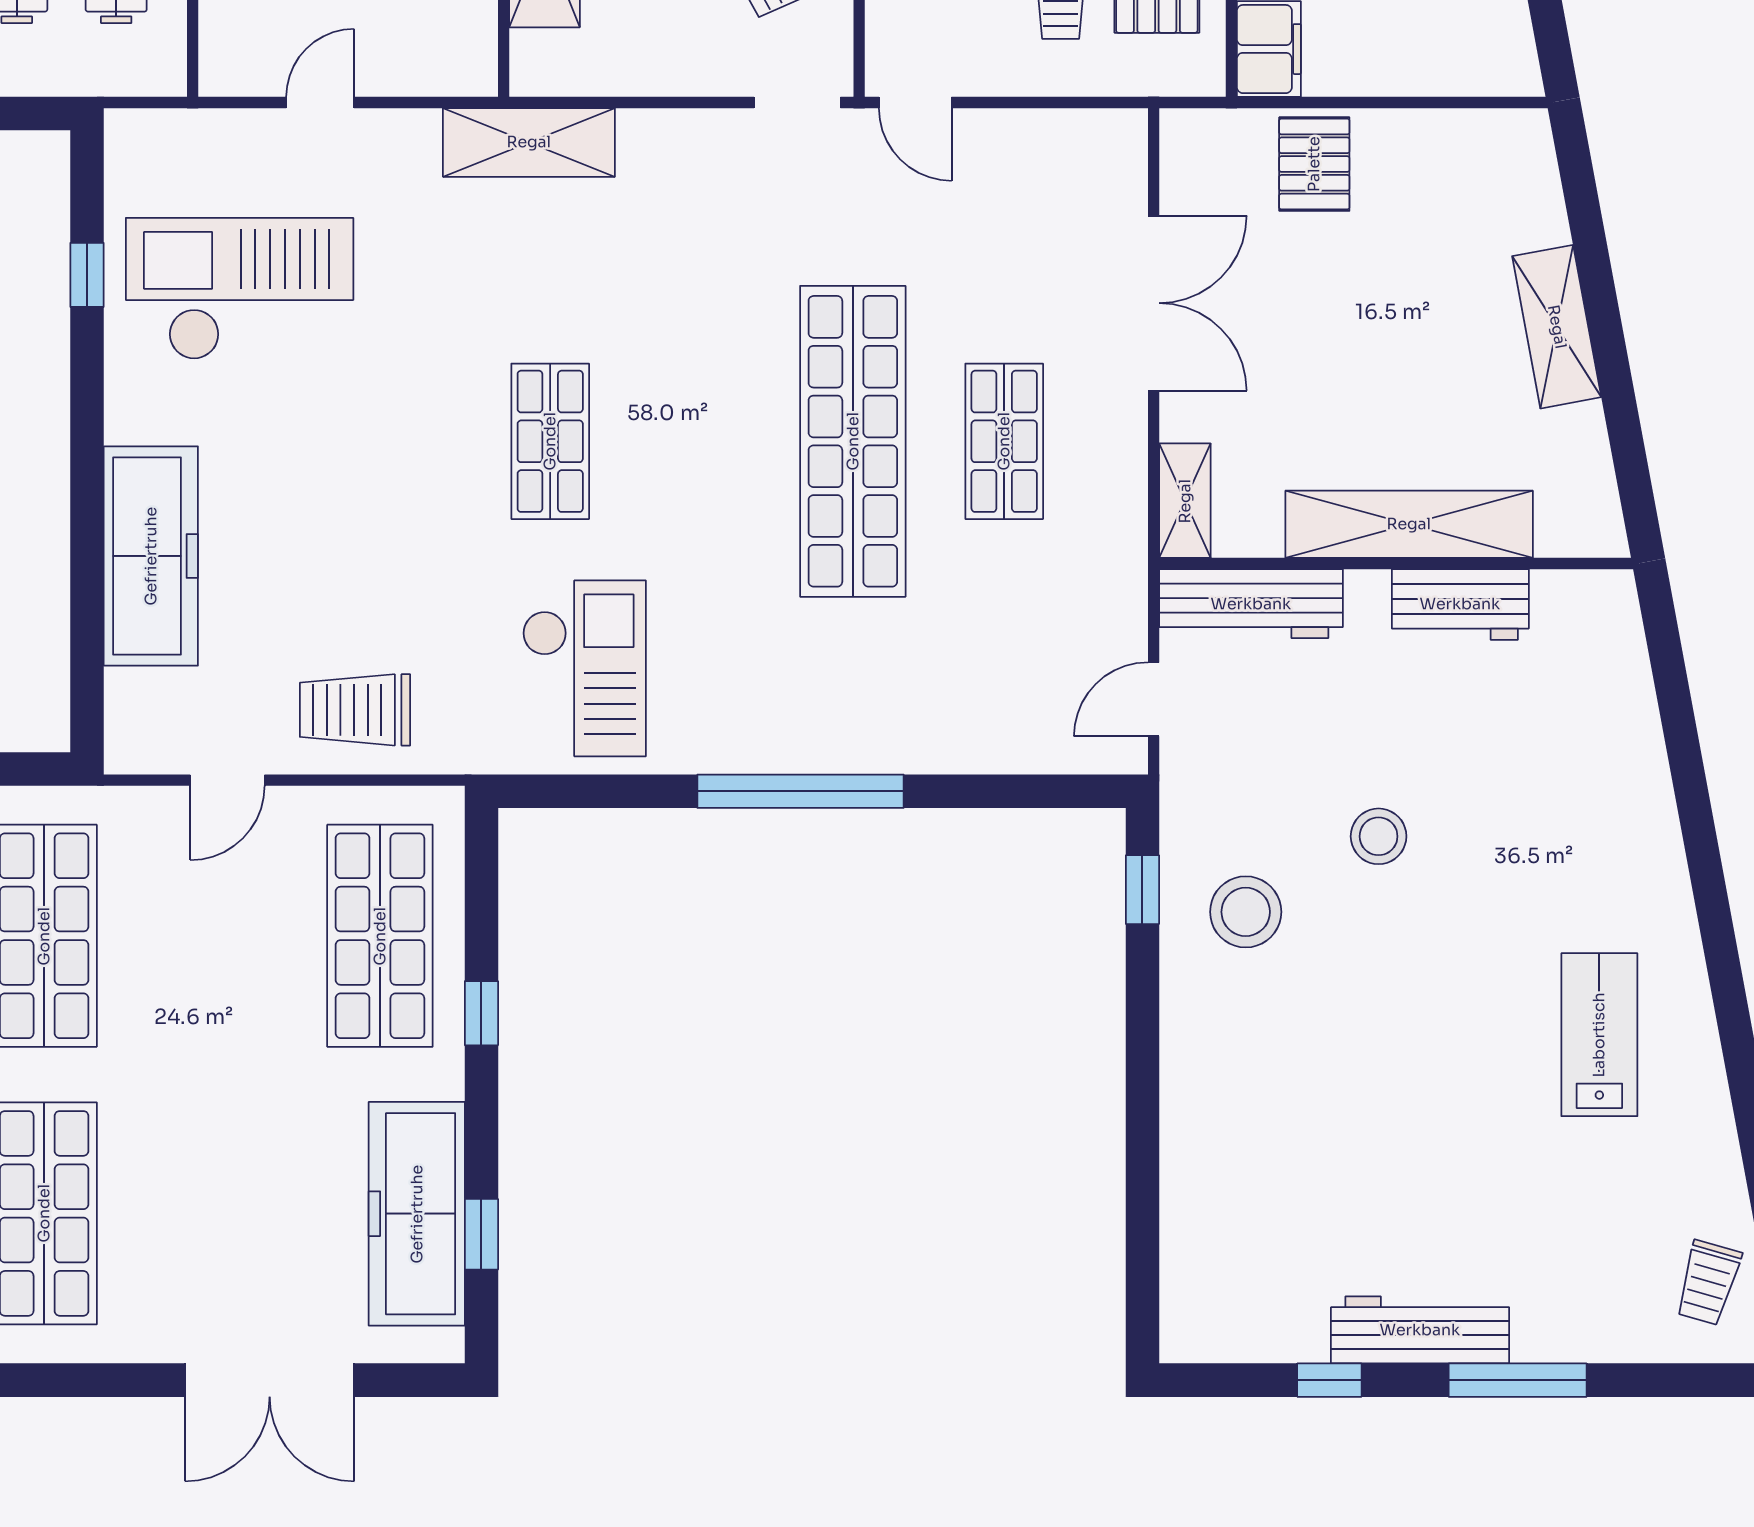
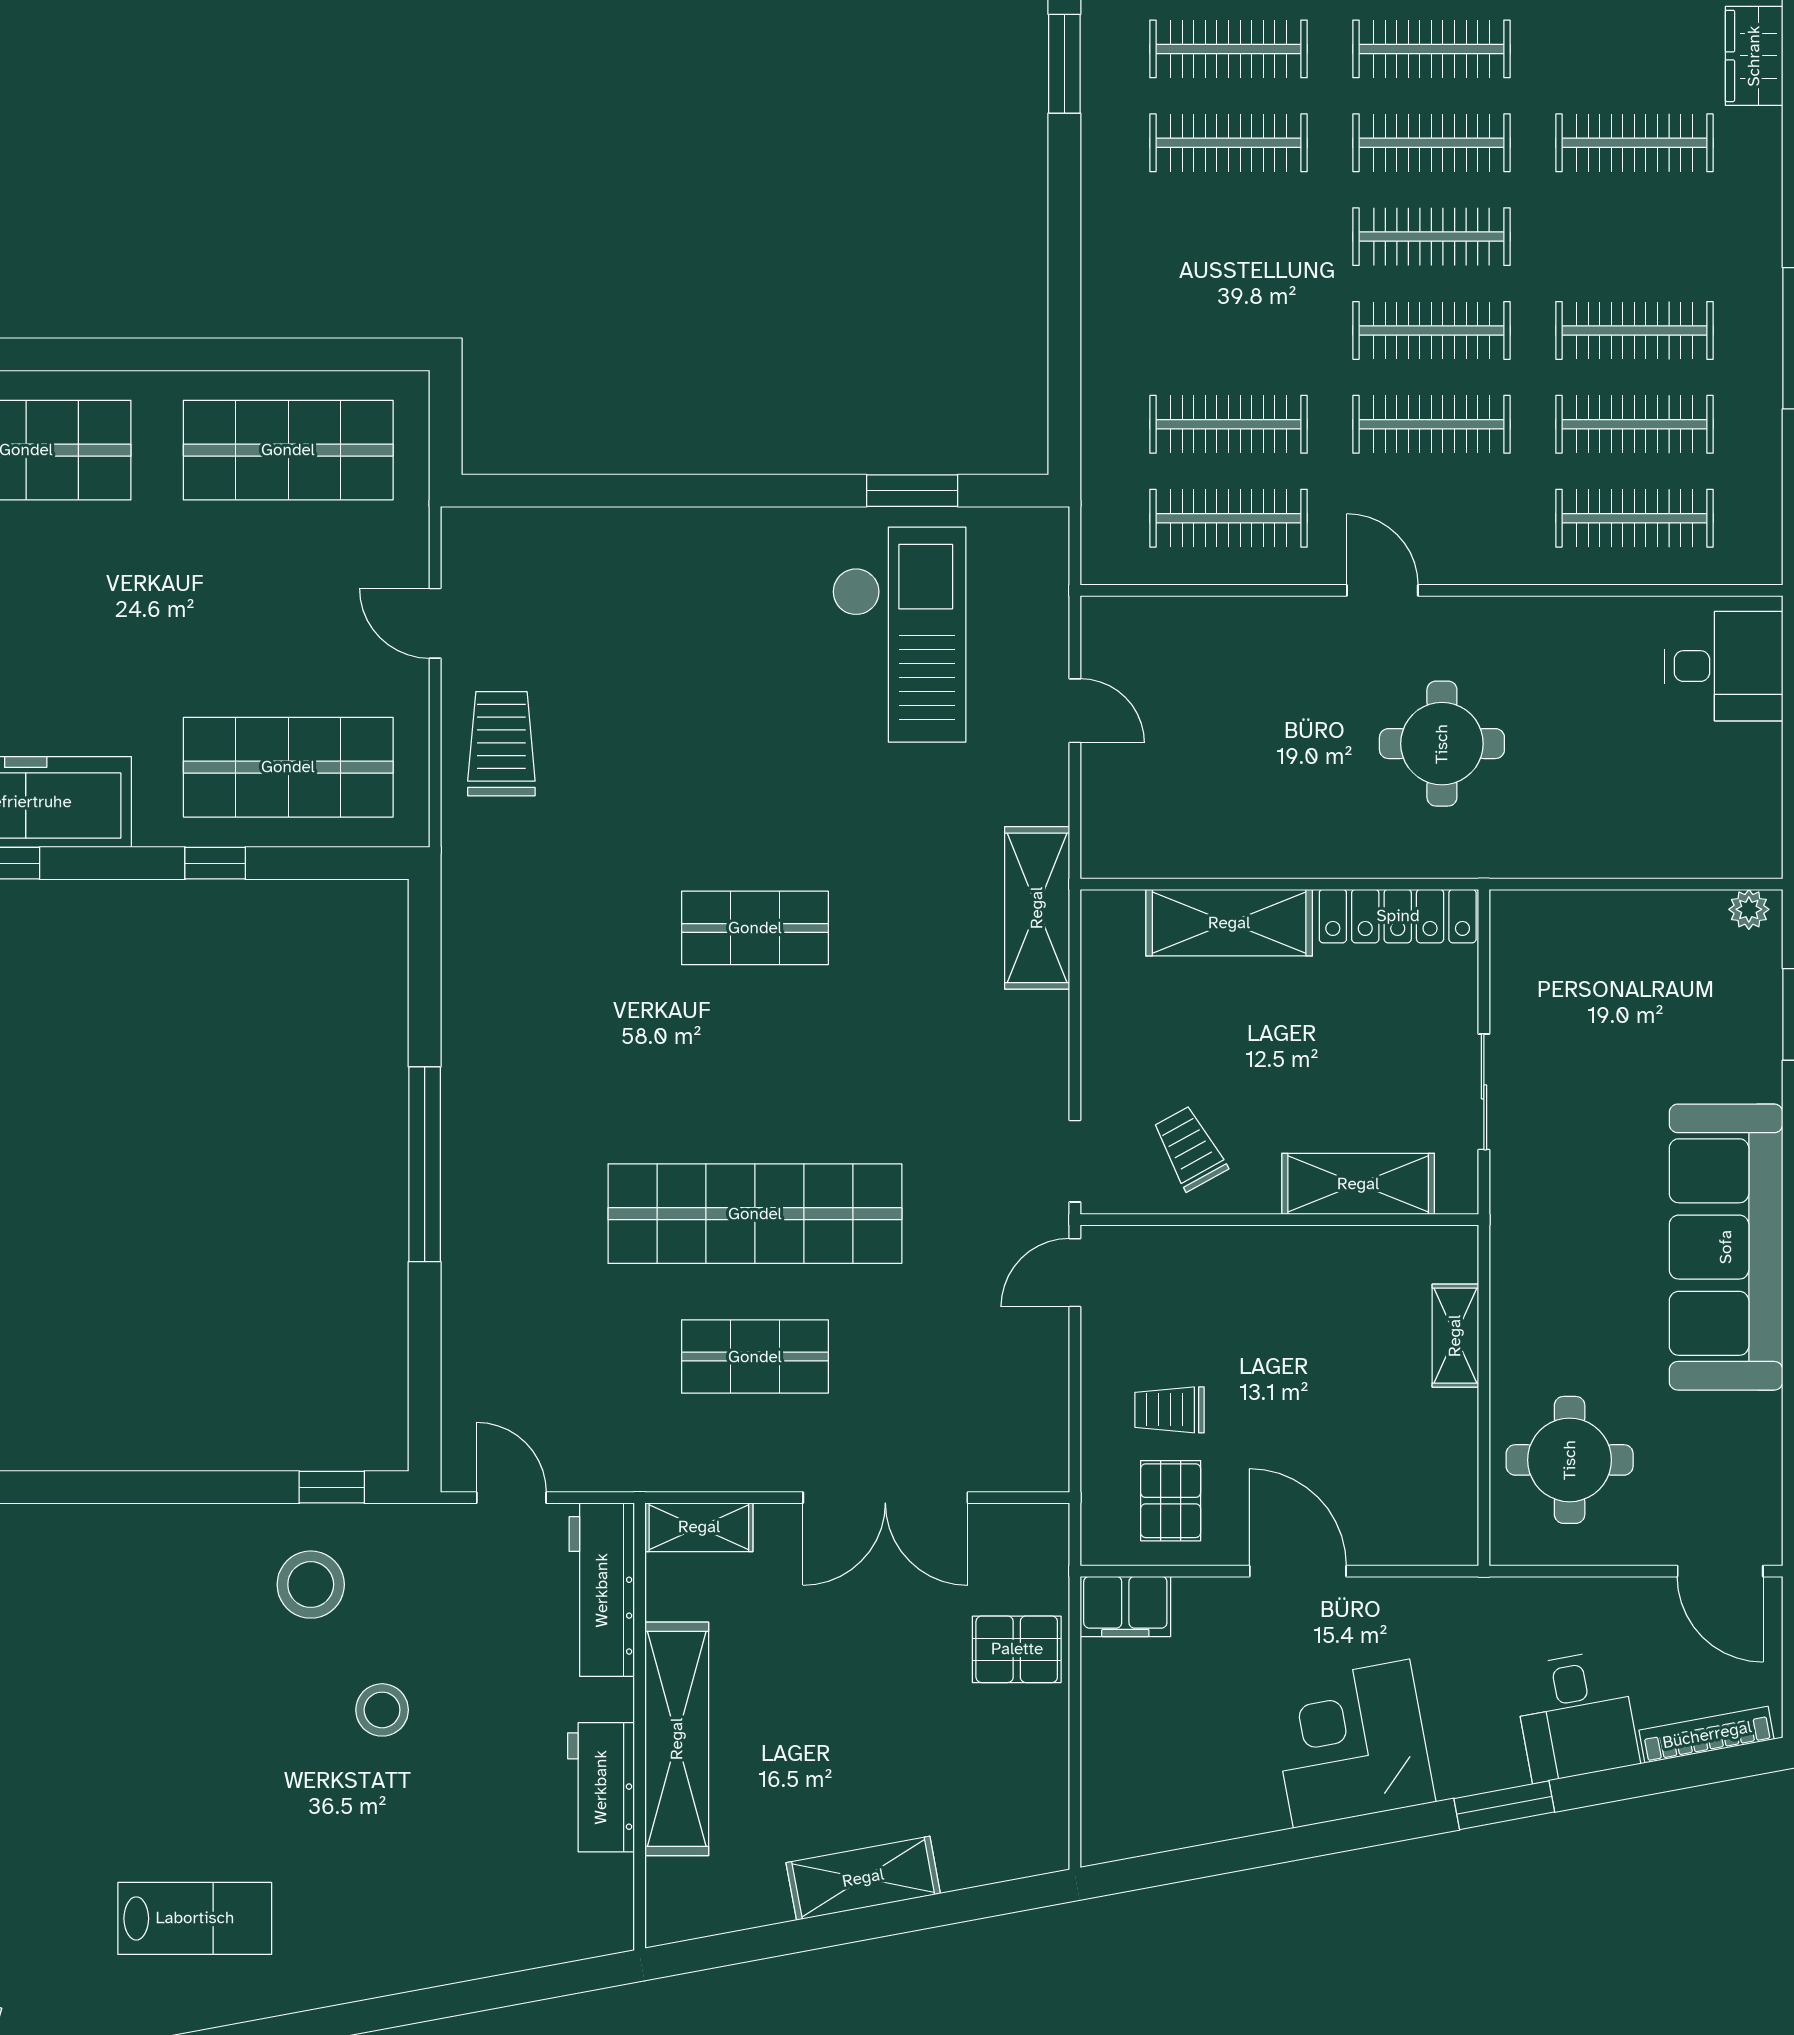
window: (87, 275) -> (912, 491), width x1.50
freezer: (151, 556) -> (647, 551), removed
checkout: (584, 668) -> (541, 960), removed

